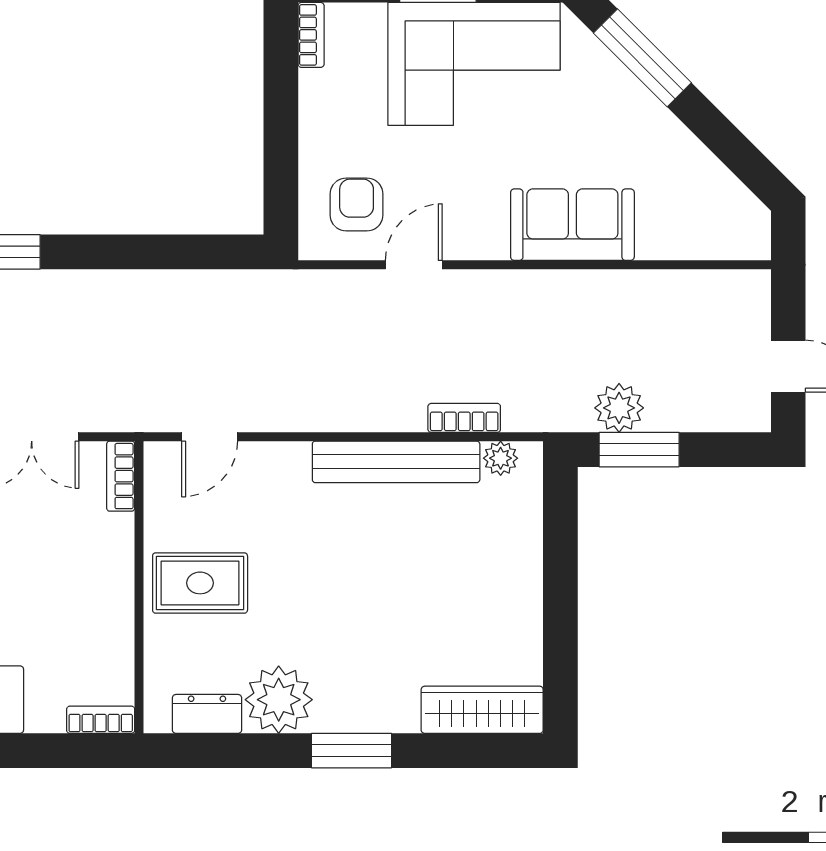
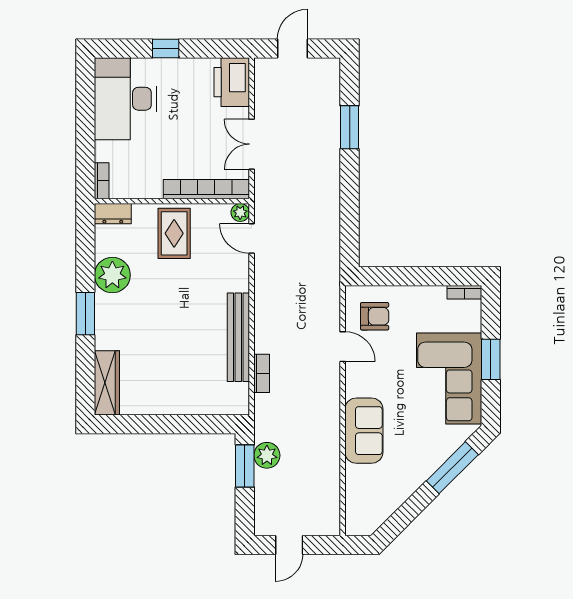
plant: (501, 458) -> (240, 212), moved
bookcase: (121, 476) -> (206, 189), width x2.31, depth x1.31
dresser: (207, 714) -> (113, 214), moved, turned 90

